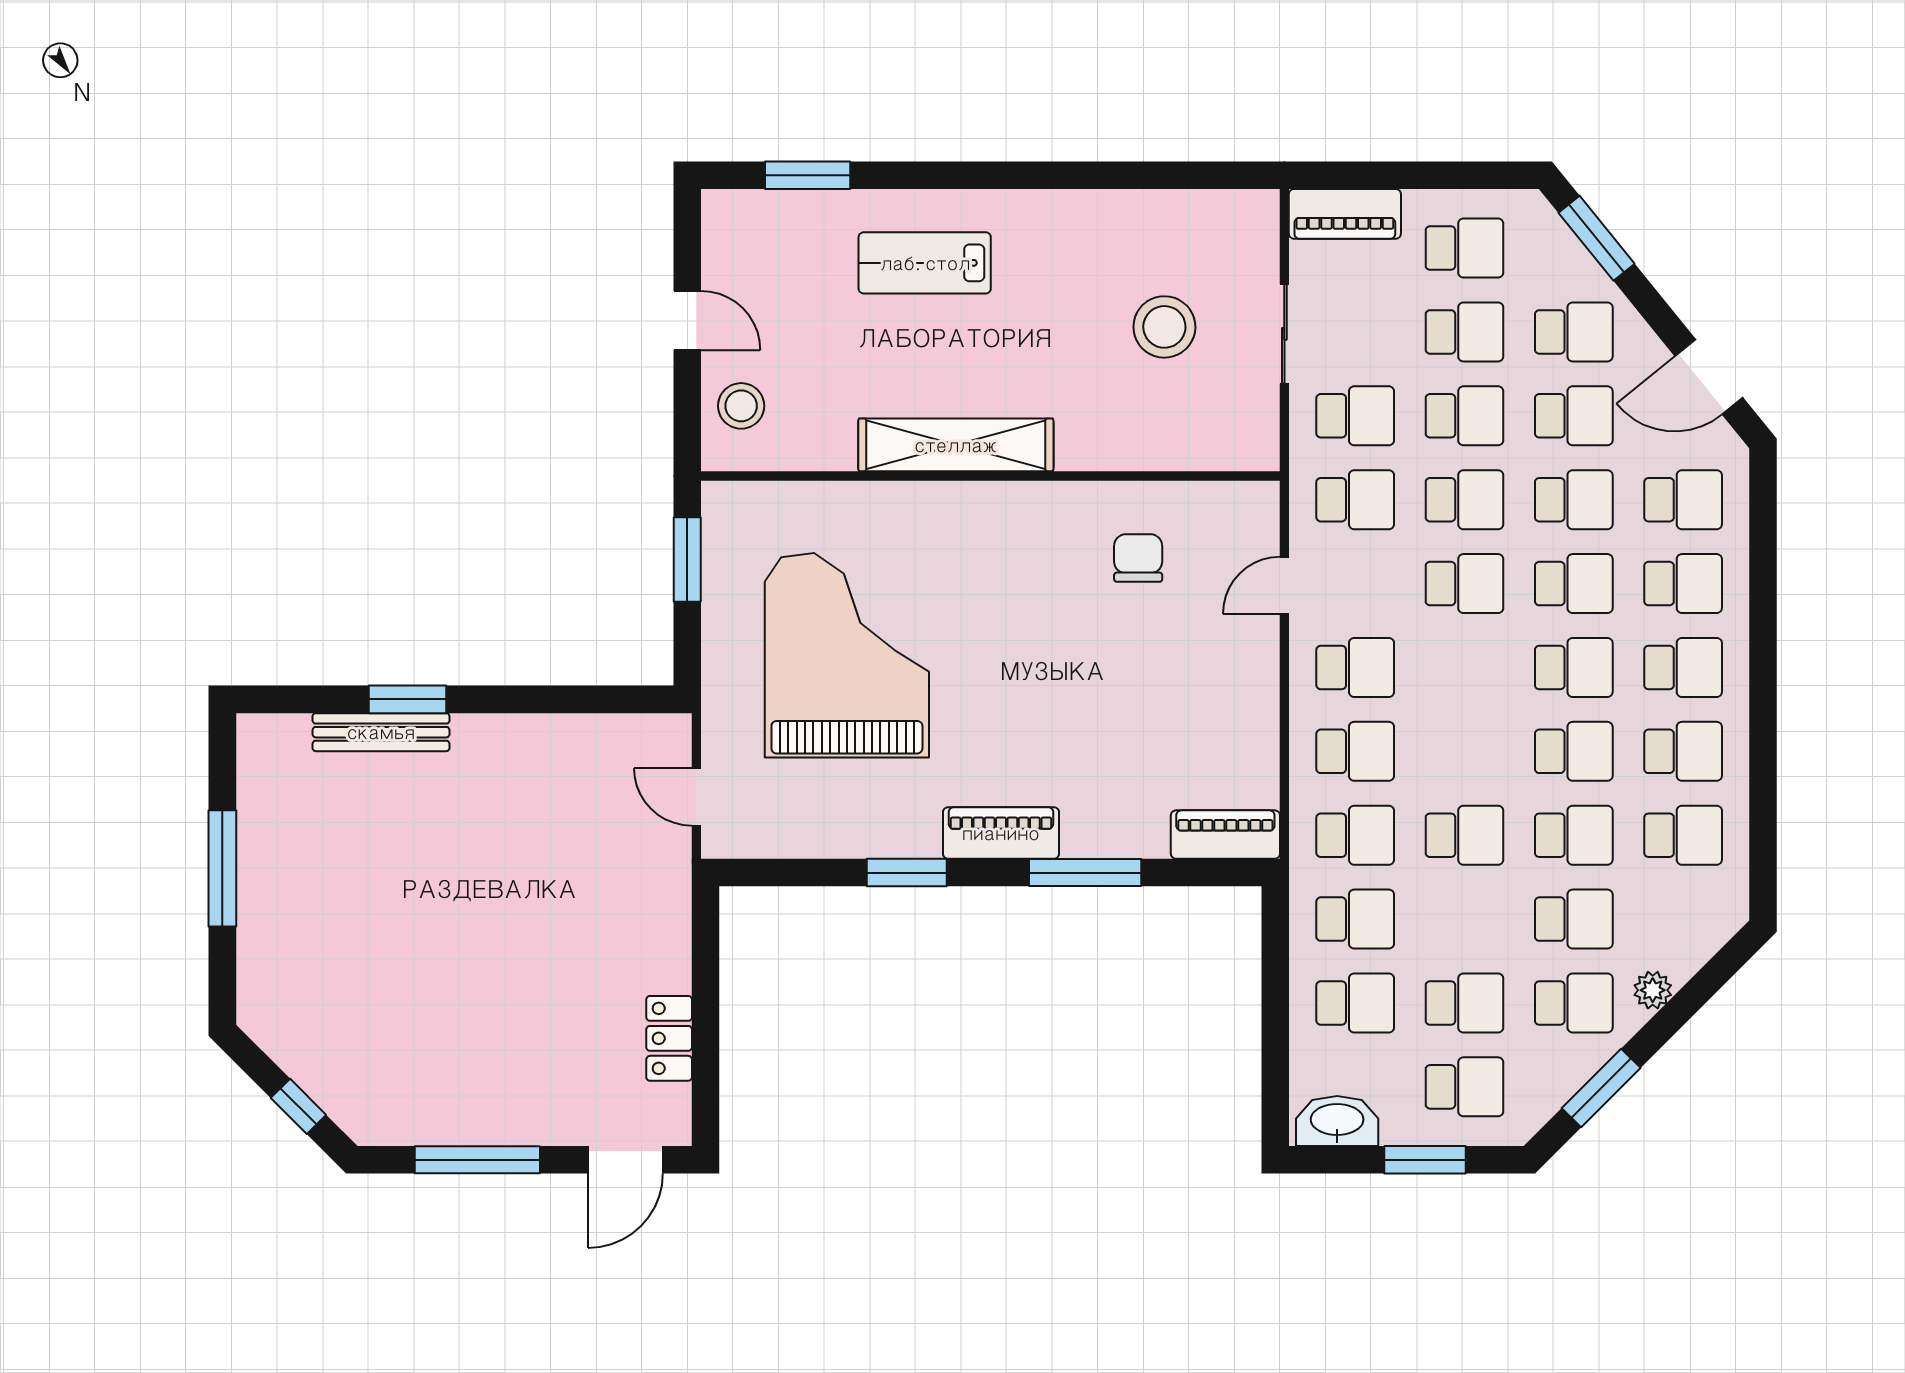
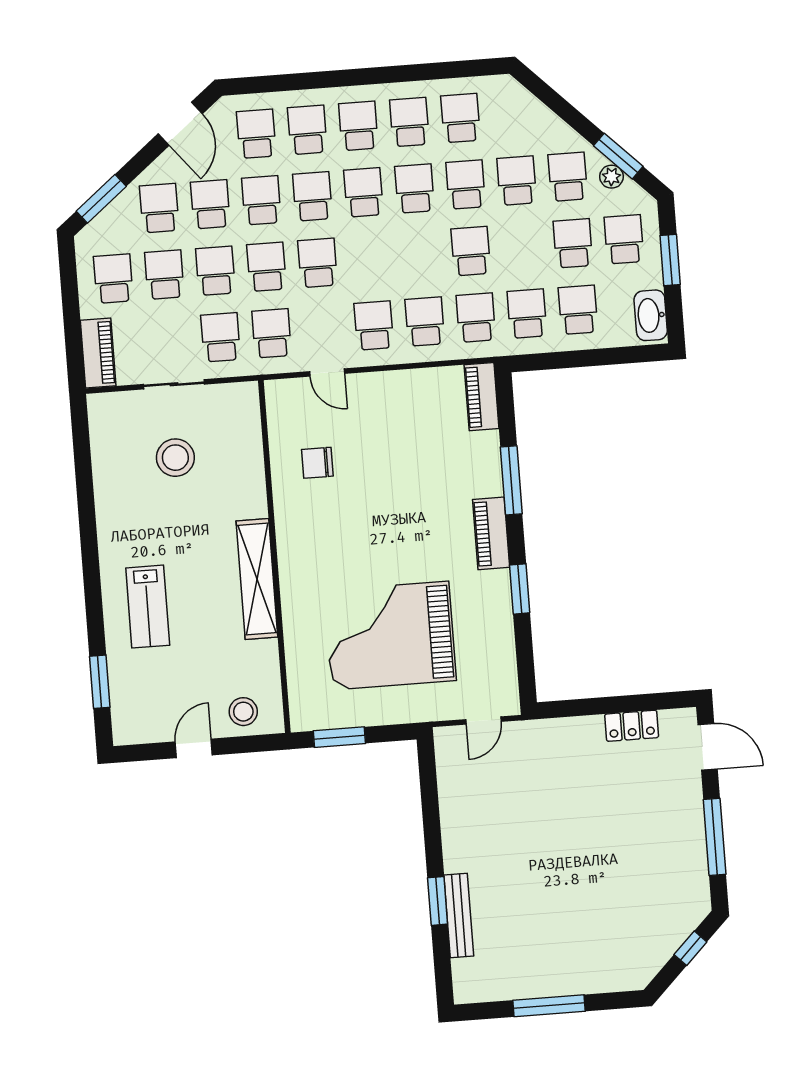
plant: (1653, 990) -> (611, 177), moved

